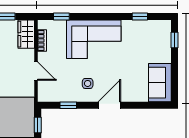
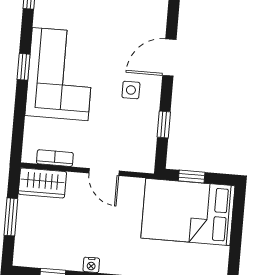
window: (61, 17) -> (23, 67), moved
door: (36, 71) -> (104, 172), swing flipped
door: (109, 105) -> (169, 57), hinge flipped

